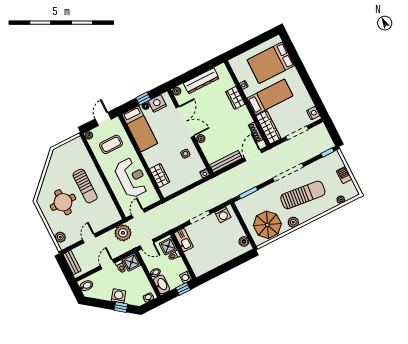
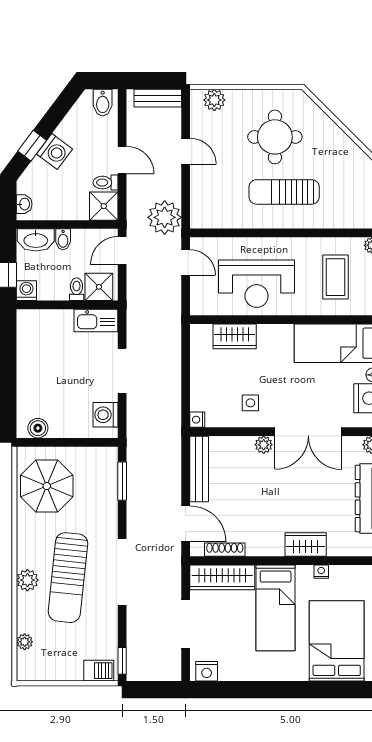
barbecue: (344, 175) -> (99, 671), moved
plant: (293, 222) -> (27, 580), moved

